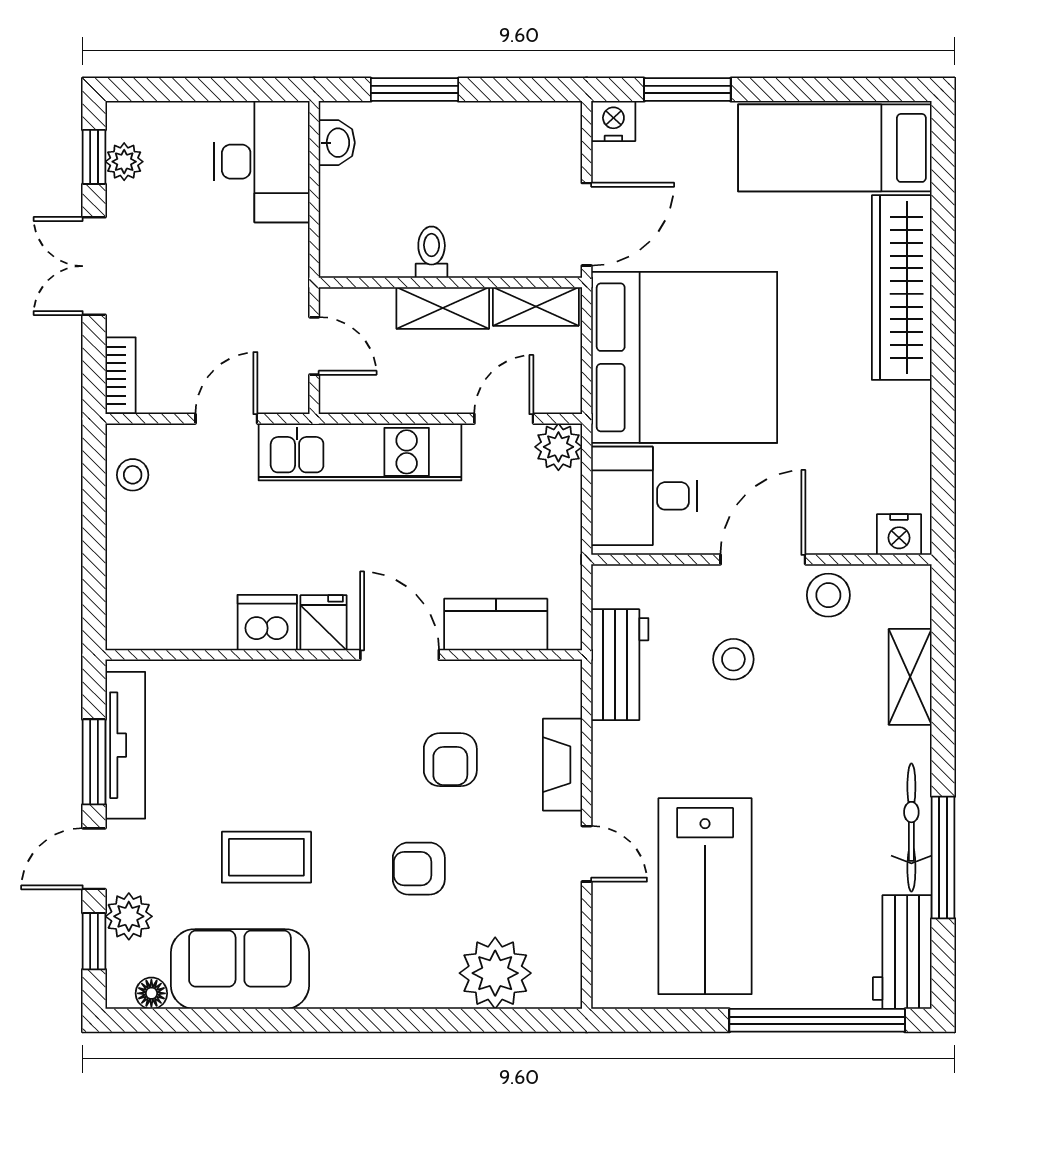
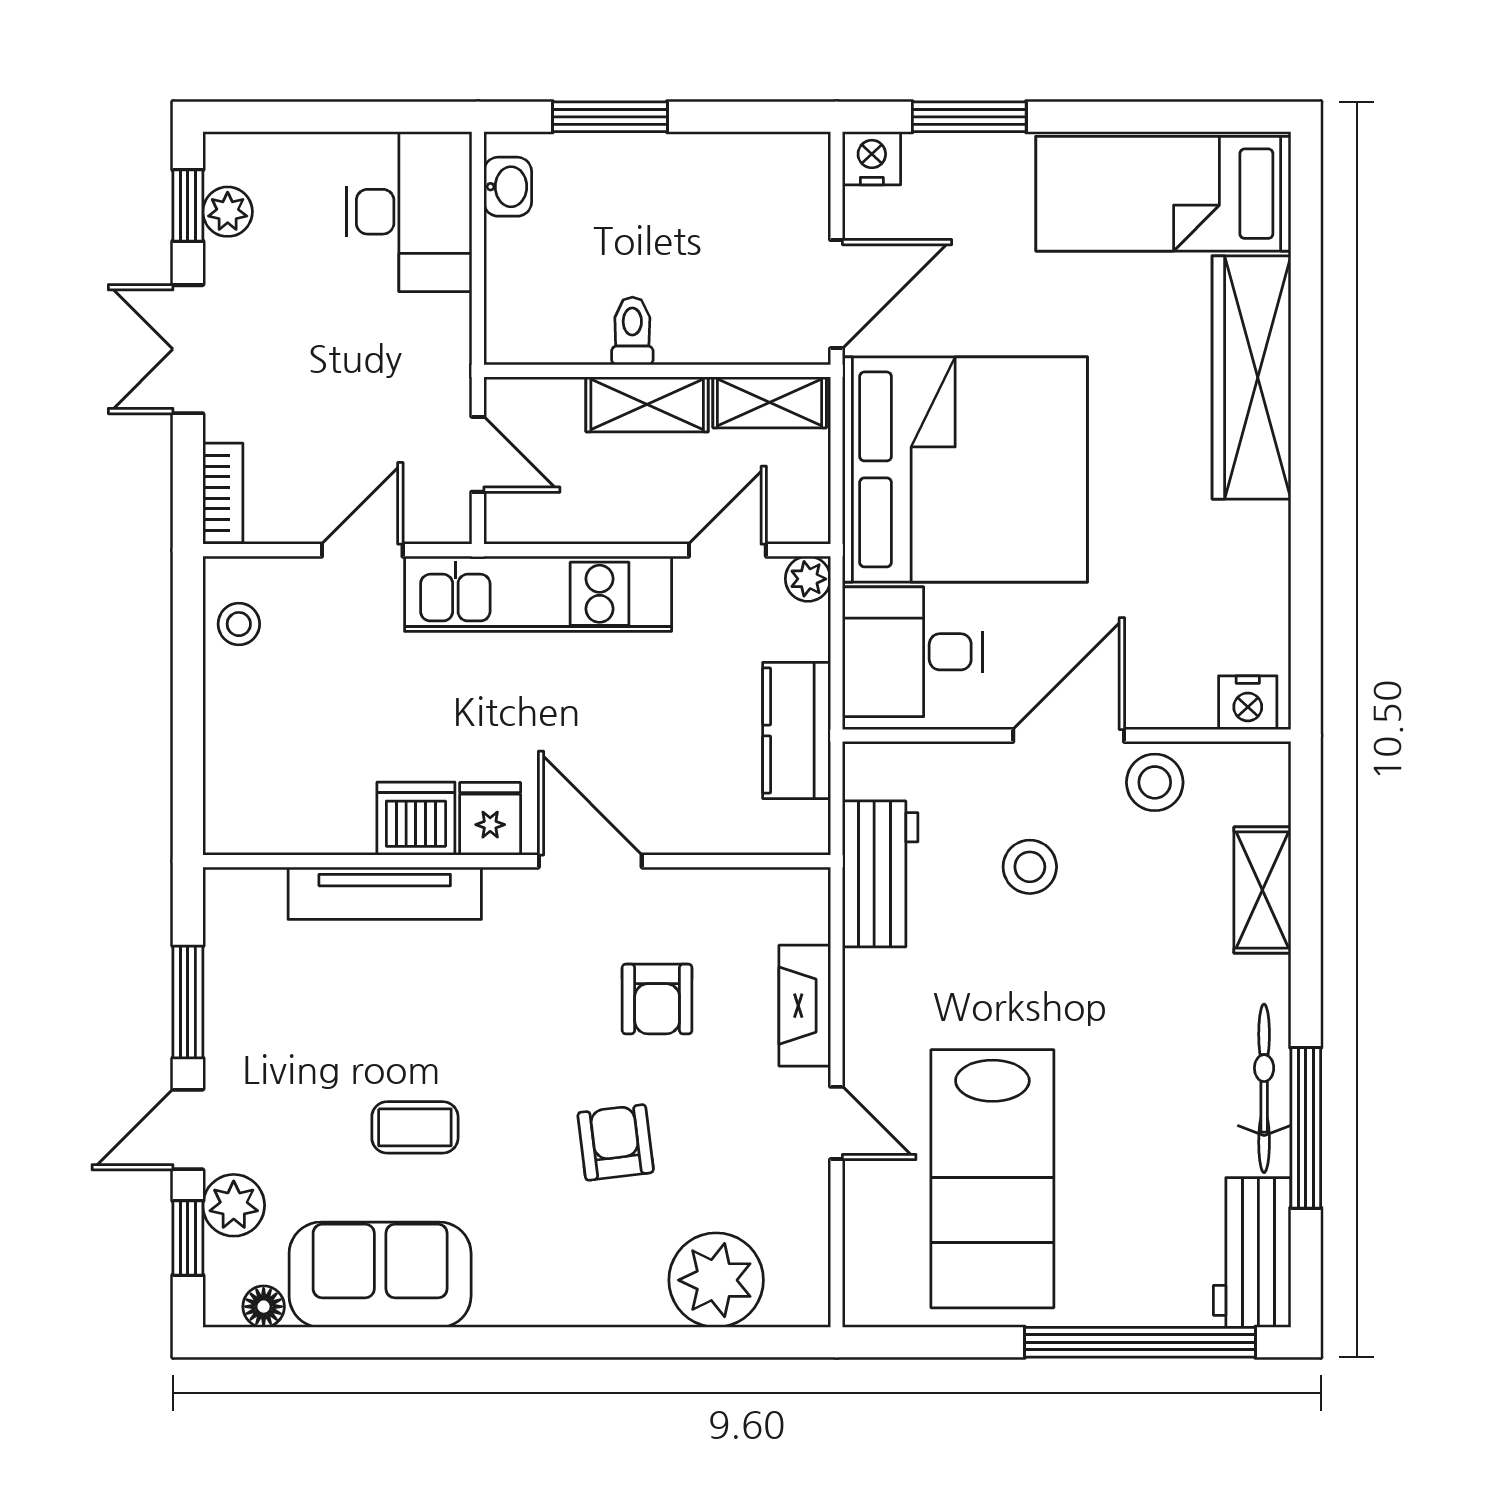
plant: (558, 447) -> (808, 579), width x0.73, depth x0.73
kitchen counter: (496, 624) -> (797, 730), moved, turned -90
tv unit: (125, 745) -> (385, 893), moved, turned 90
coffee table: (266, 857) -> (415, 1127), width x0.73, depth x0.77
armchair: (419, 869) -> (616, 1142), turned 83

